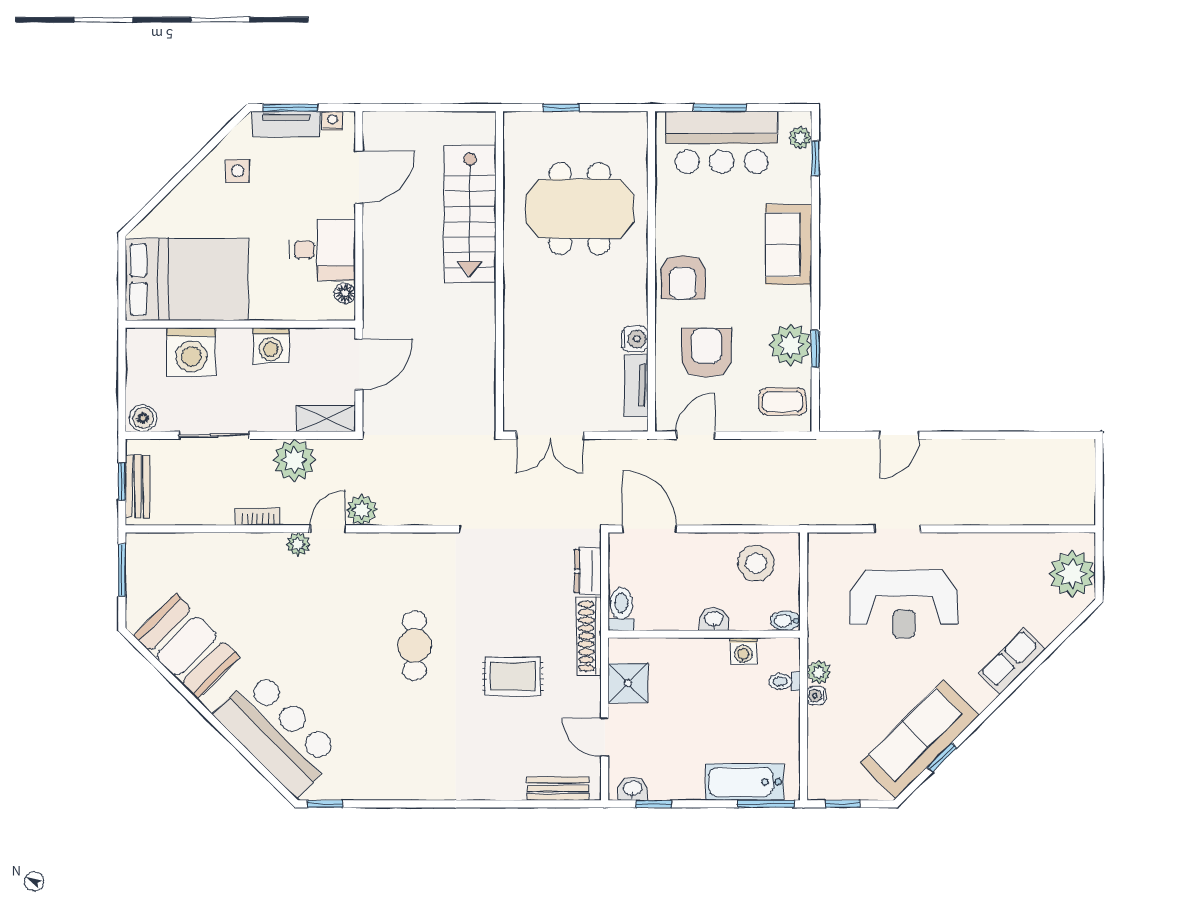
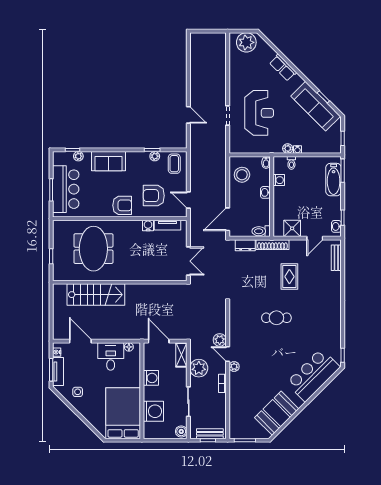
plant: (800, 138) -> (78, 156), moved
plant: (790, 345) -> (155, 156), width x0.53, depth x0.53

